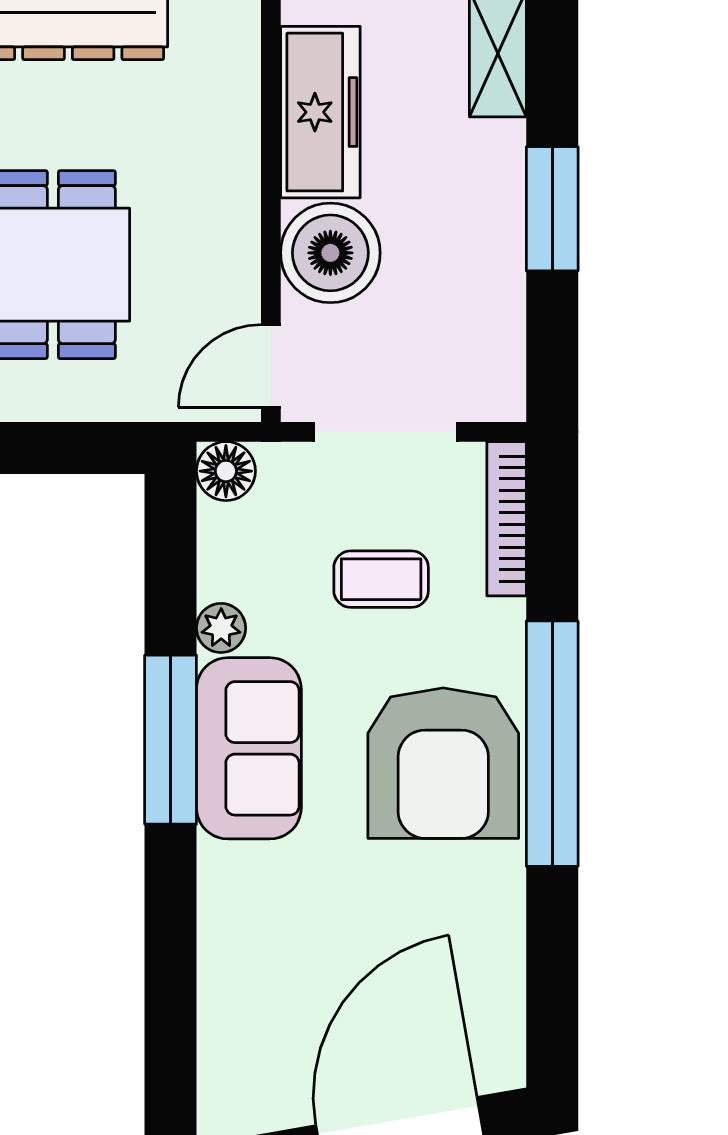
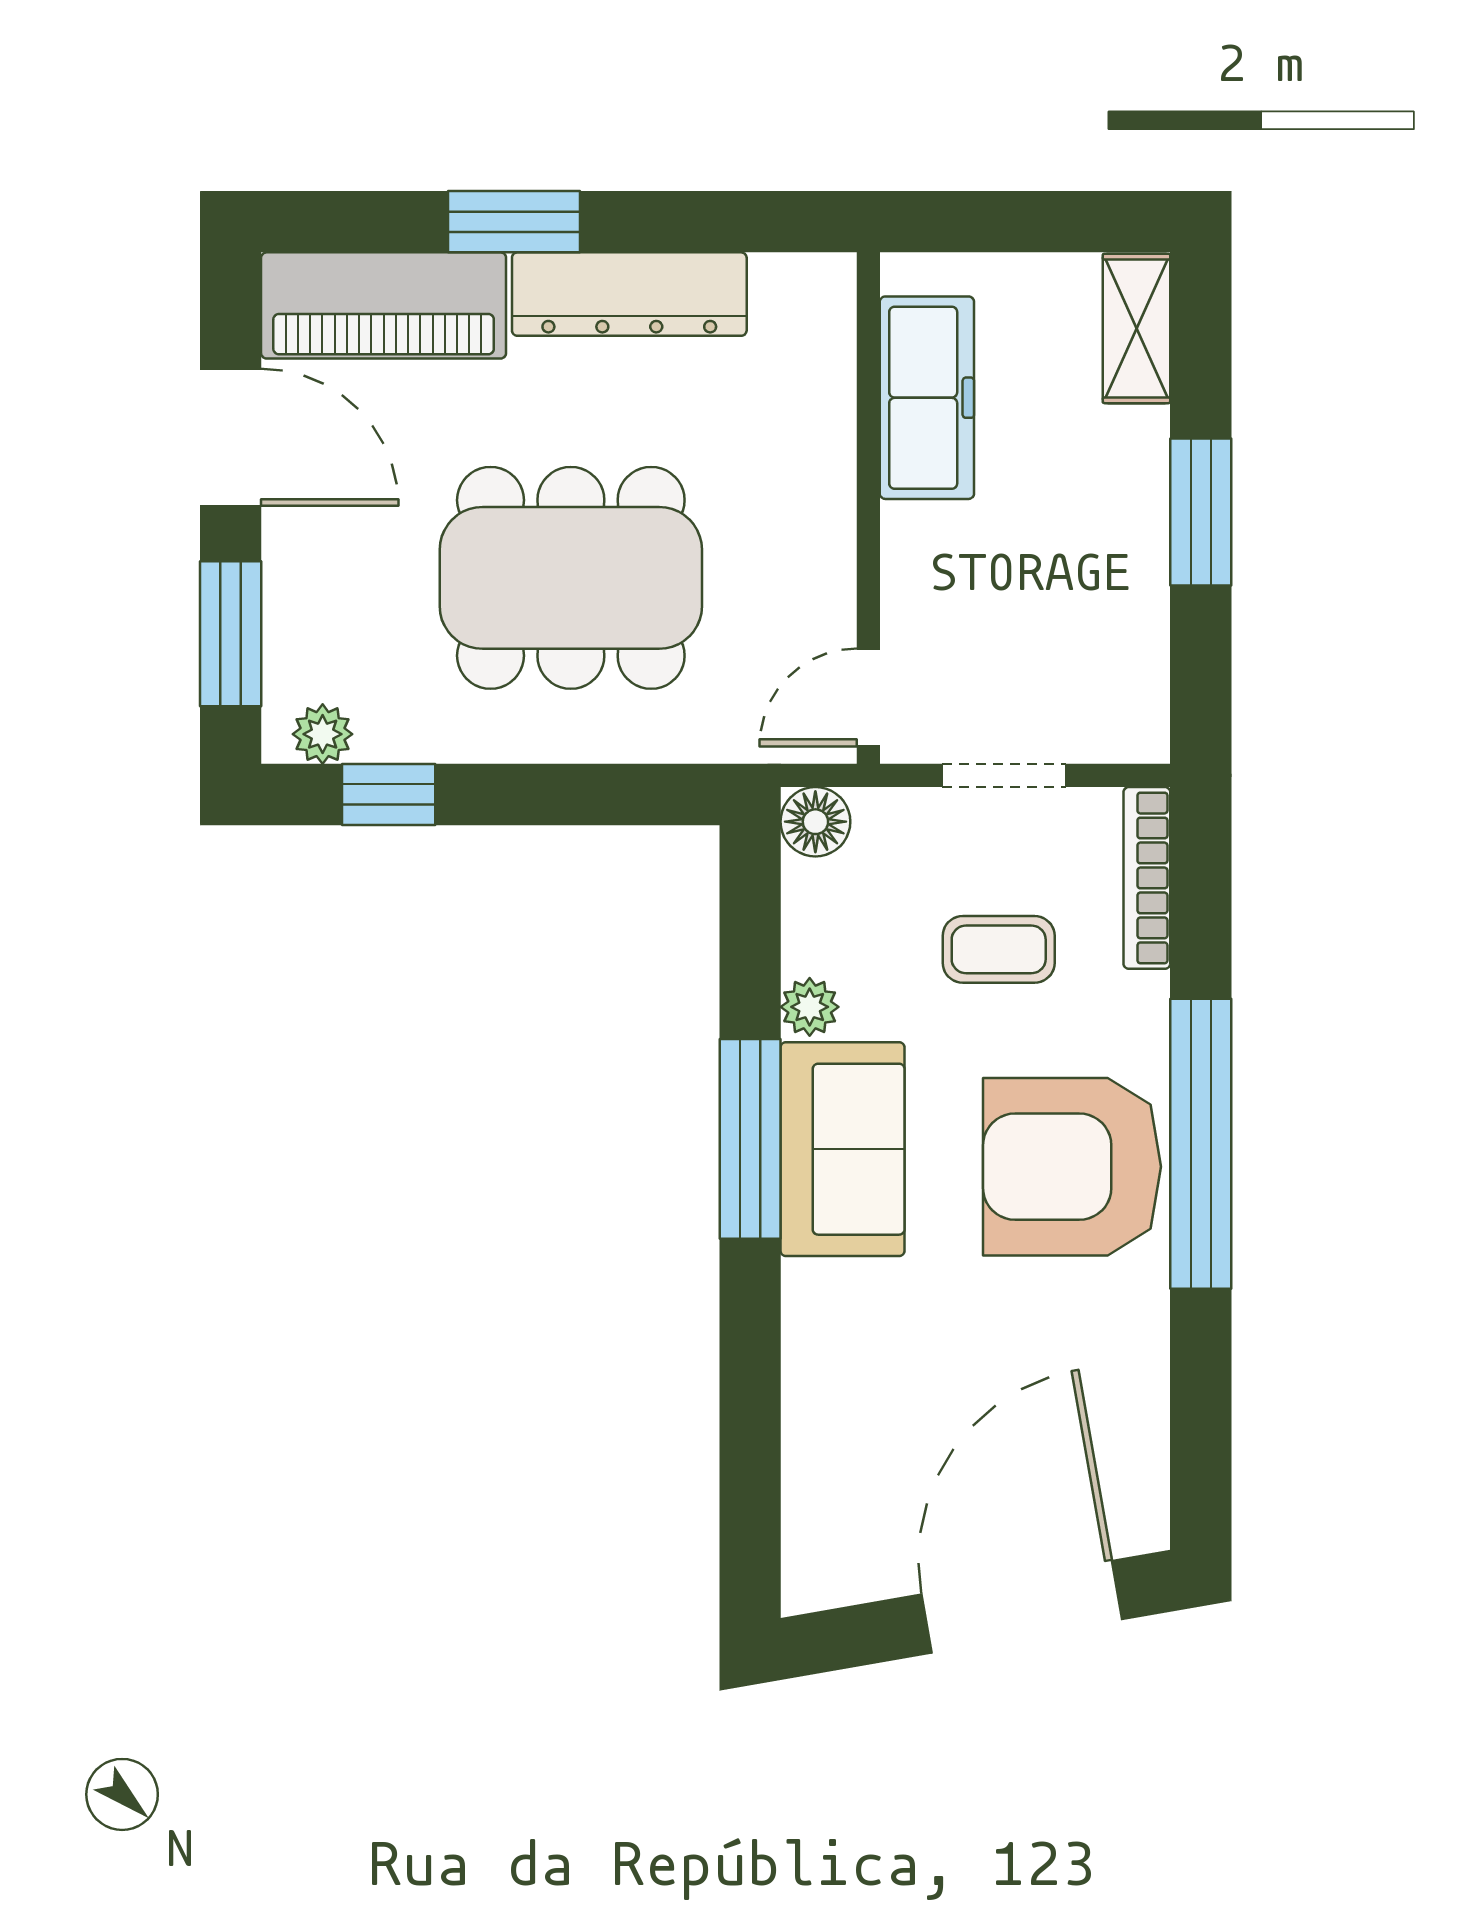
boiler: (330, 253) -> (939, 564), removed
doorway: (385, 432) -> (1004, 775), width x0.73
armchair: (443, 763) -> (1072, 1167), turned 90

